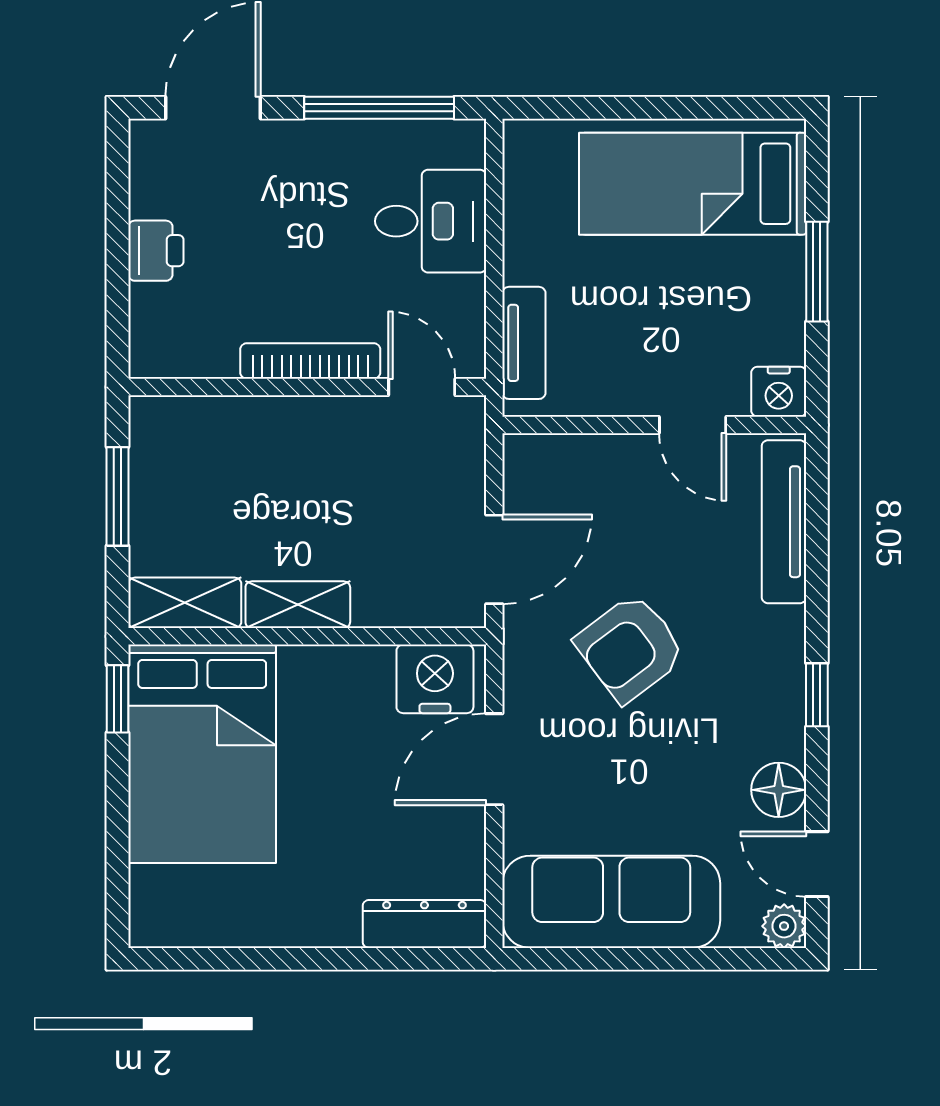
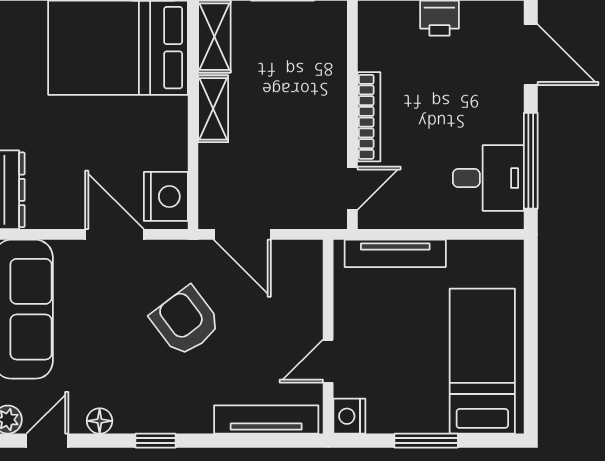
desk: (431, 221) -> (488, 178), moved, turned -90
tv unit: (524, 343) -> (395, 253), width x1.41
floor lamp: (779, 790) -> (100, 421), width x0.73, depth x0.73

